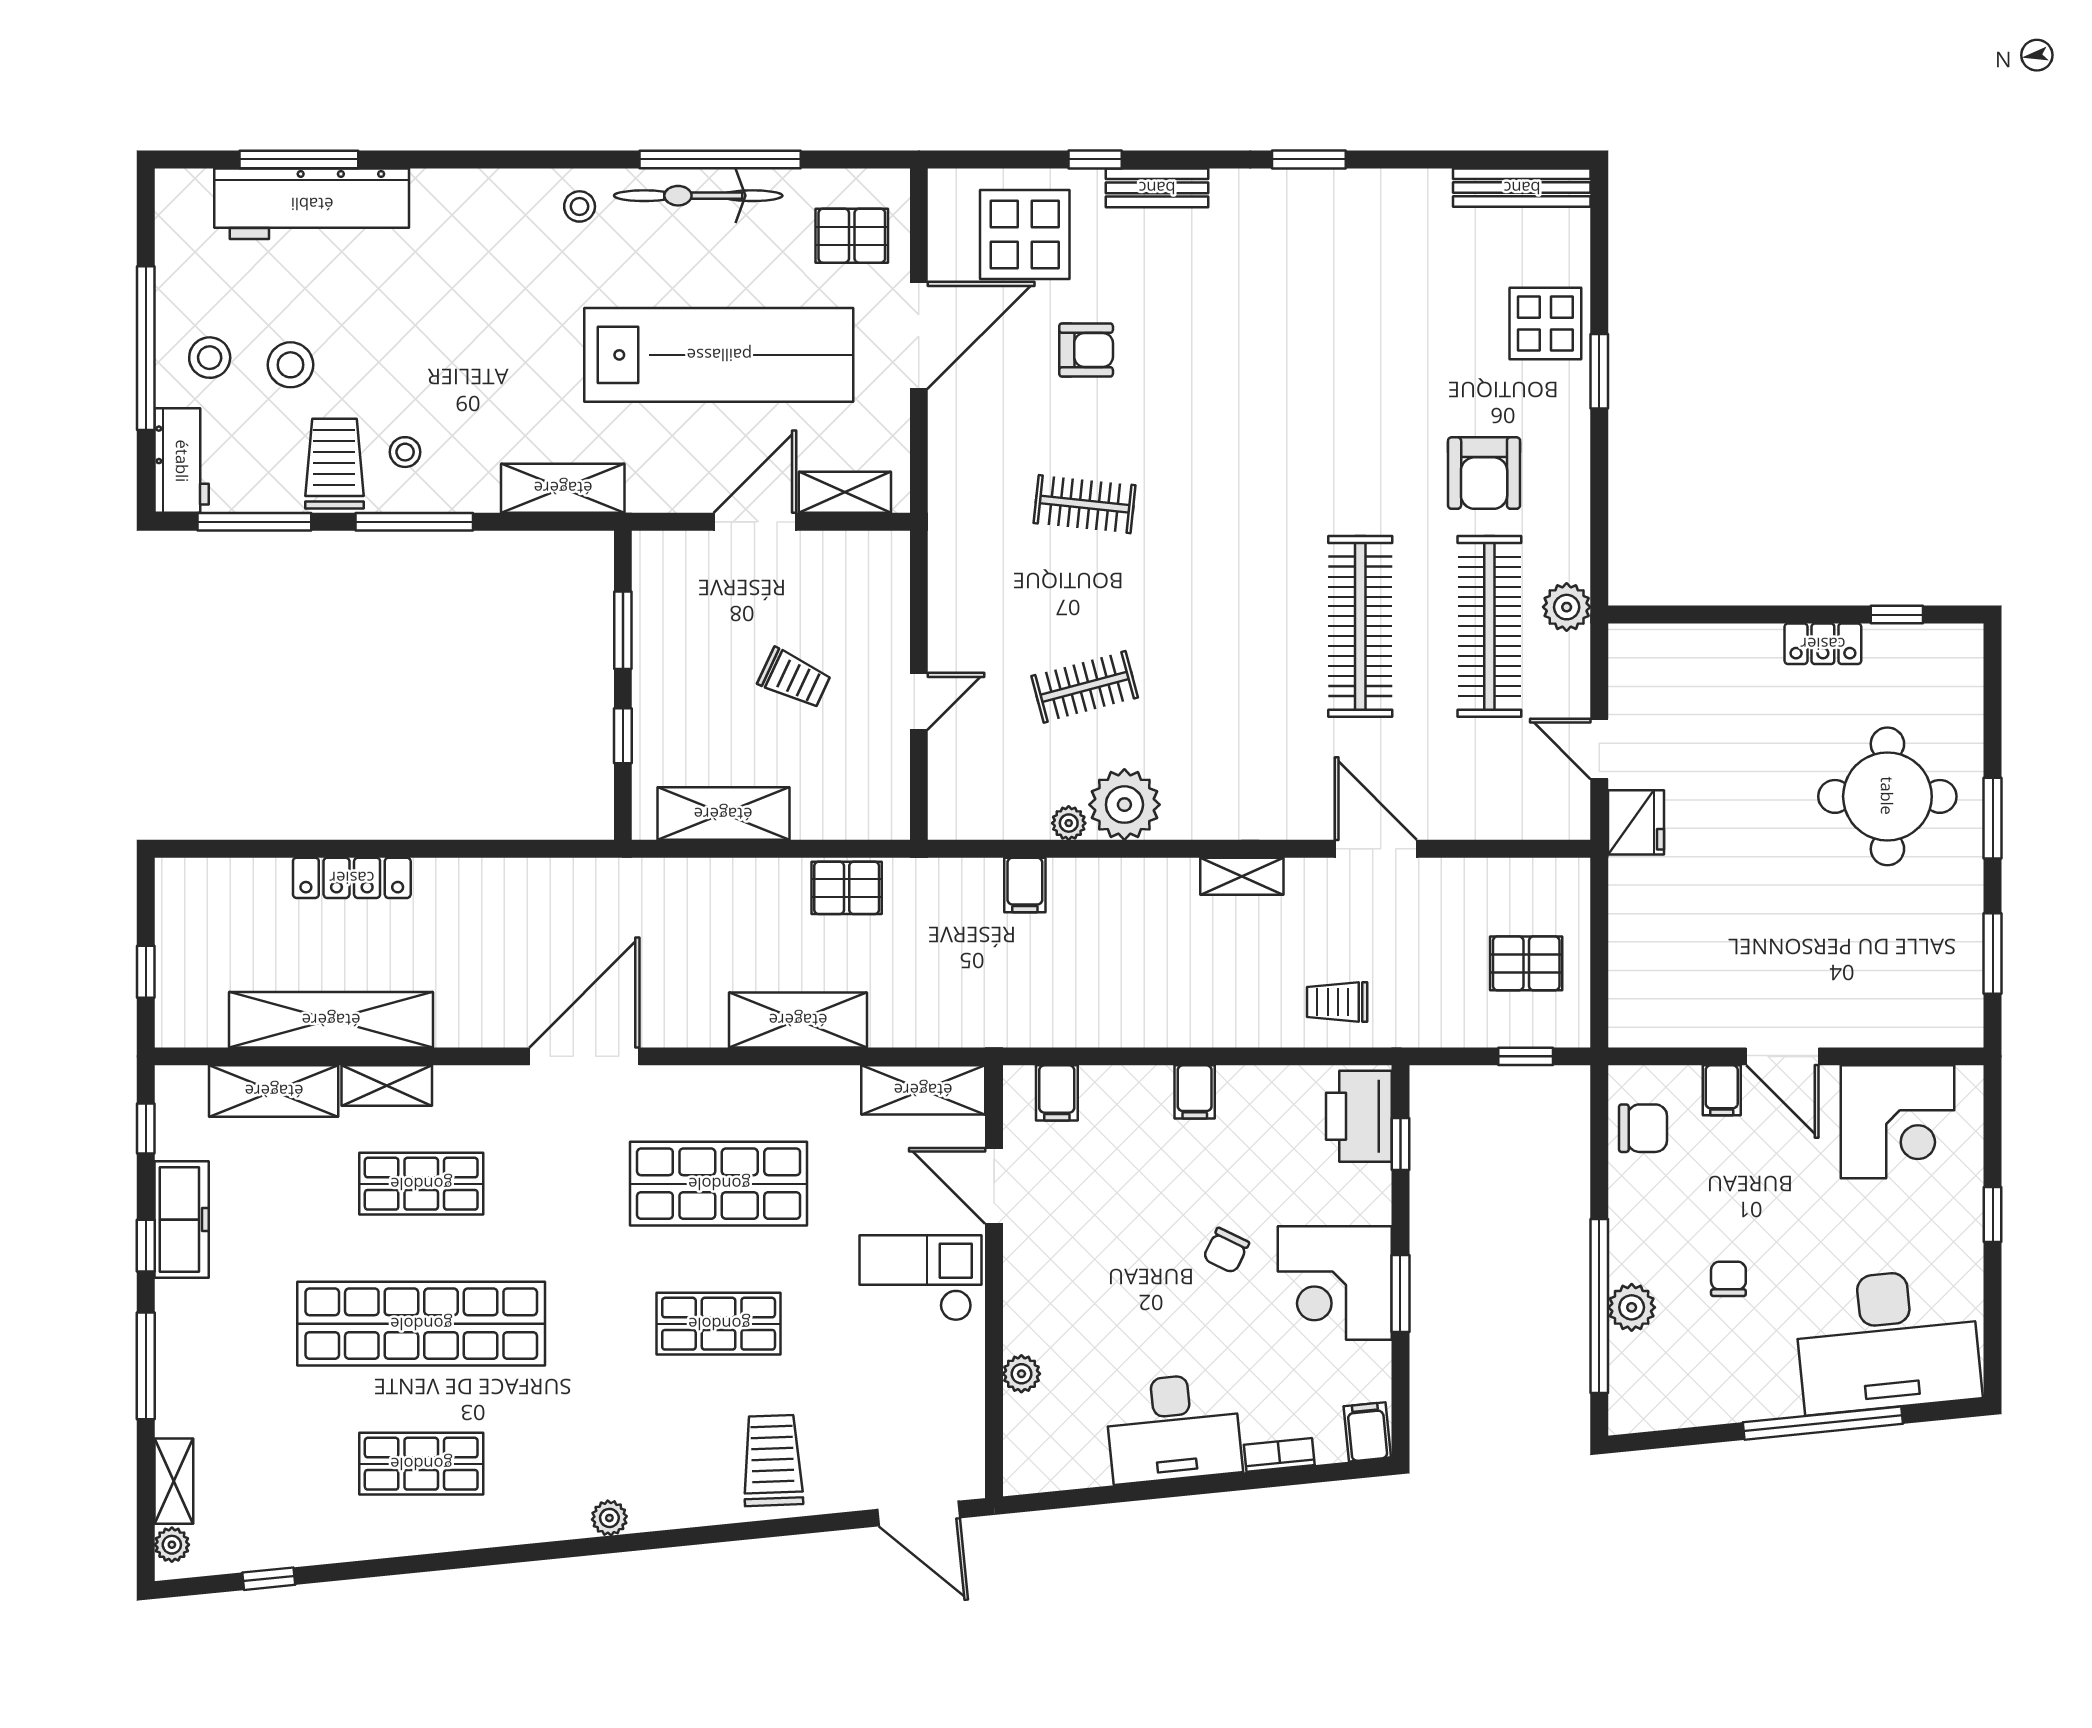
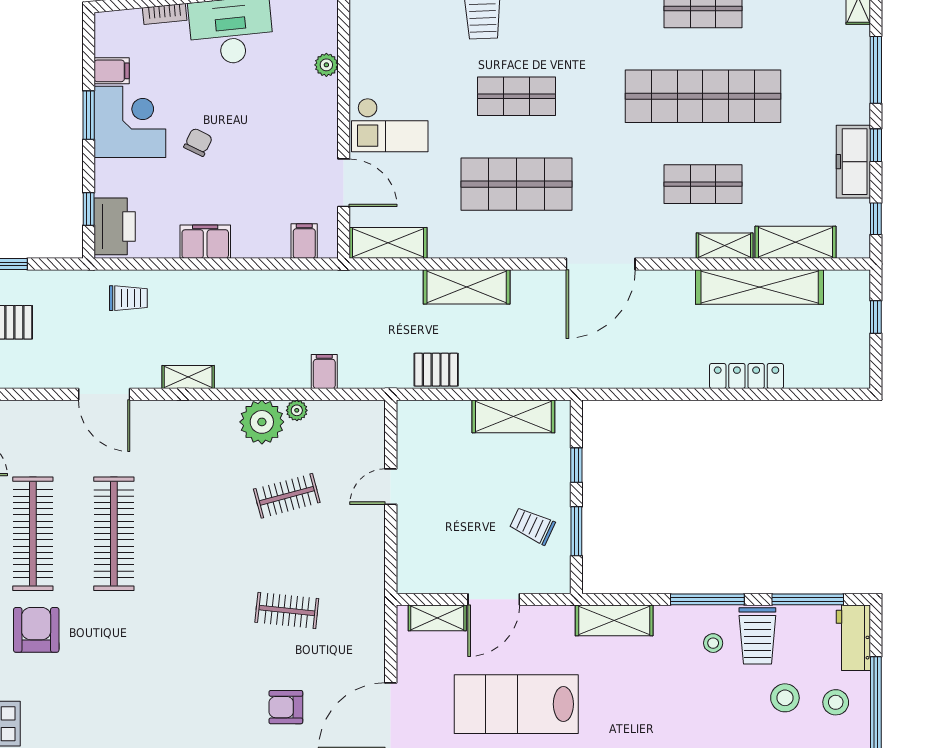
lab bench: (719, 355) -> (516, 704), width x0.73
trolley: (794, 678) -> (532, 526), moved
filing cabinet: (1195, 1092) -> (205, 242), width x2.00
filing cabinet: (1367, 1432) -> (112, 71), moved, turned -84

